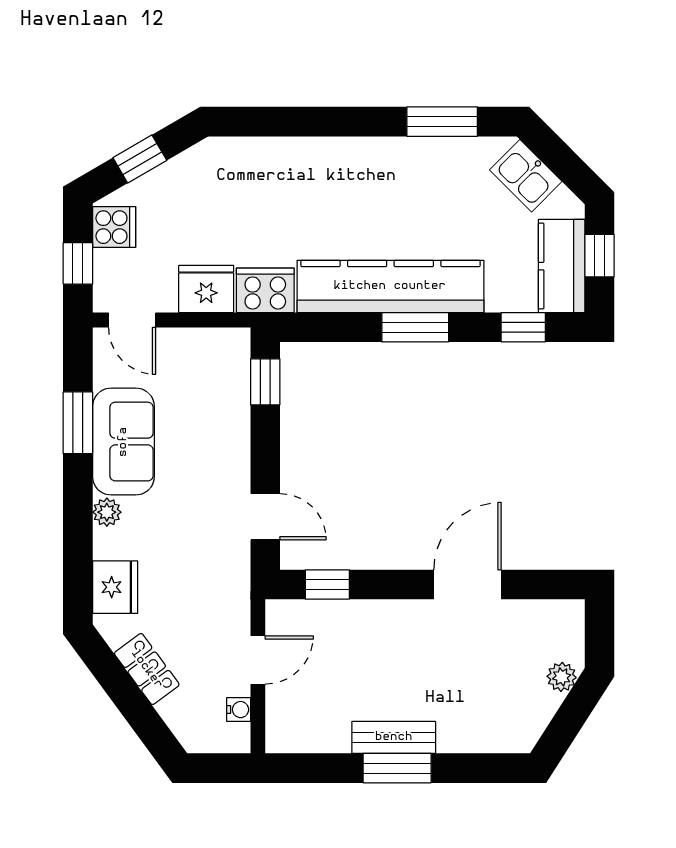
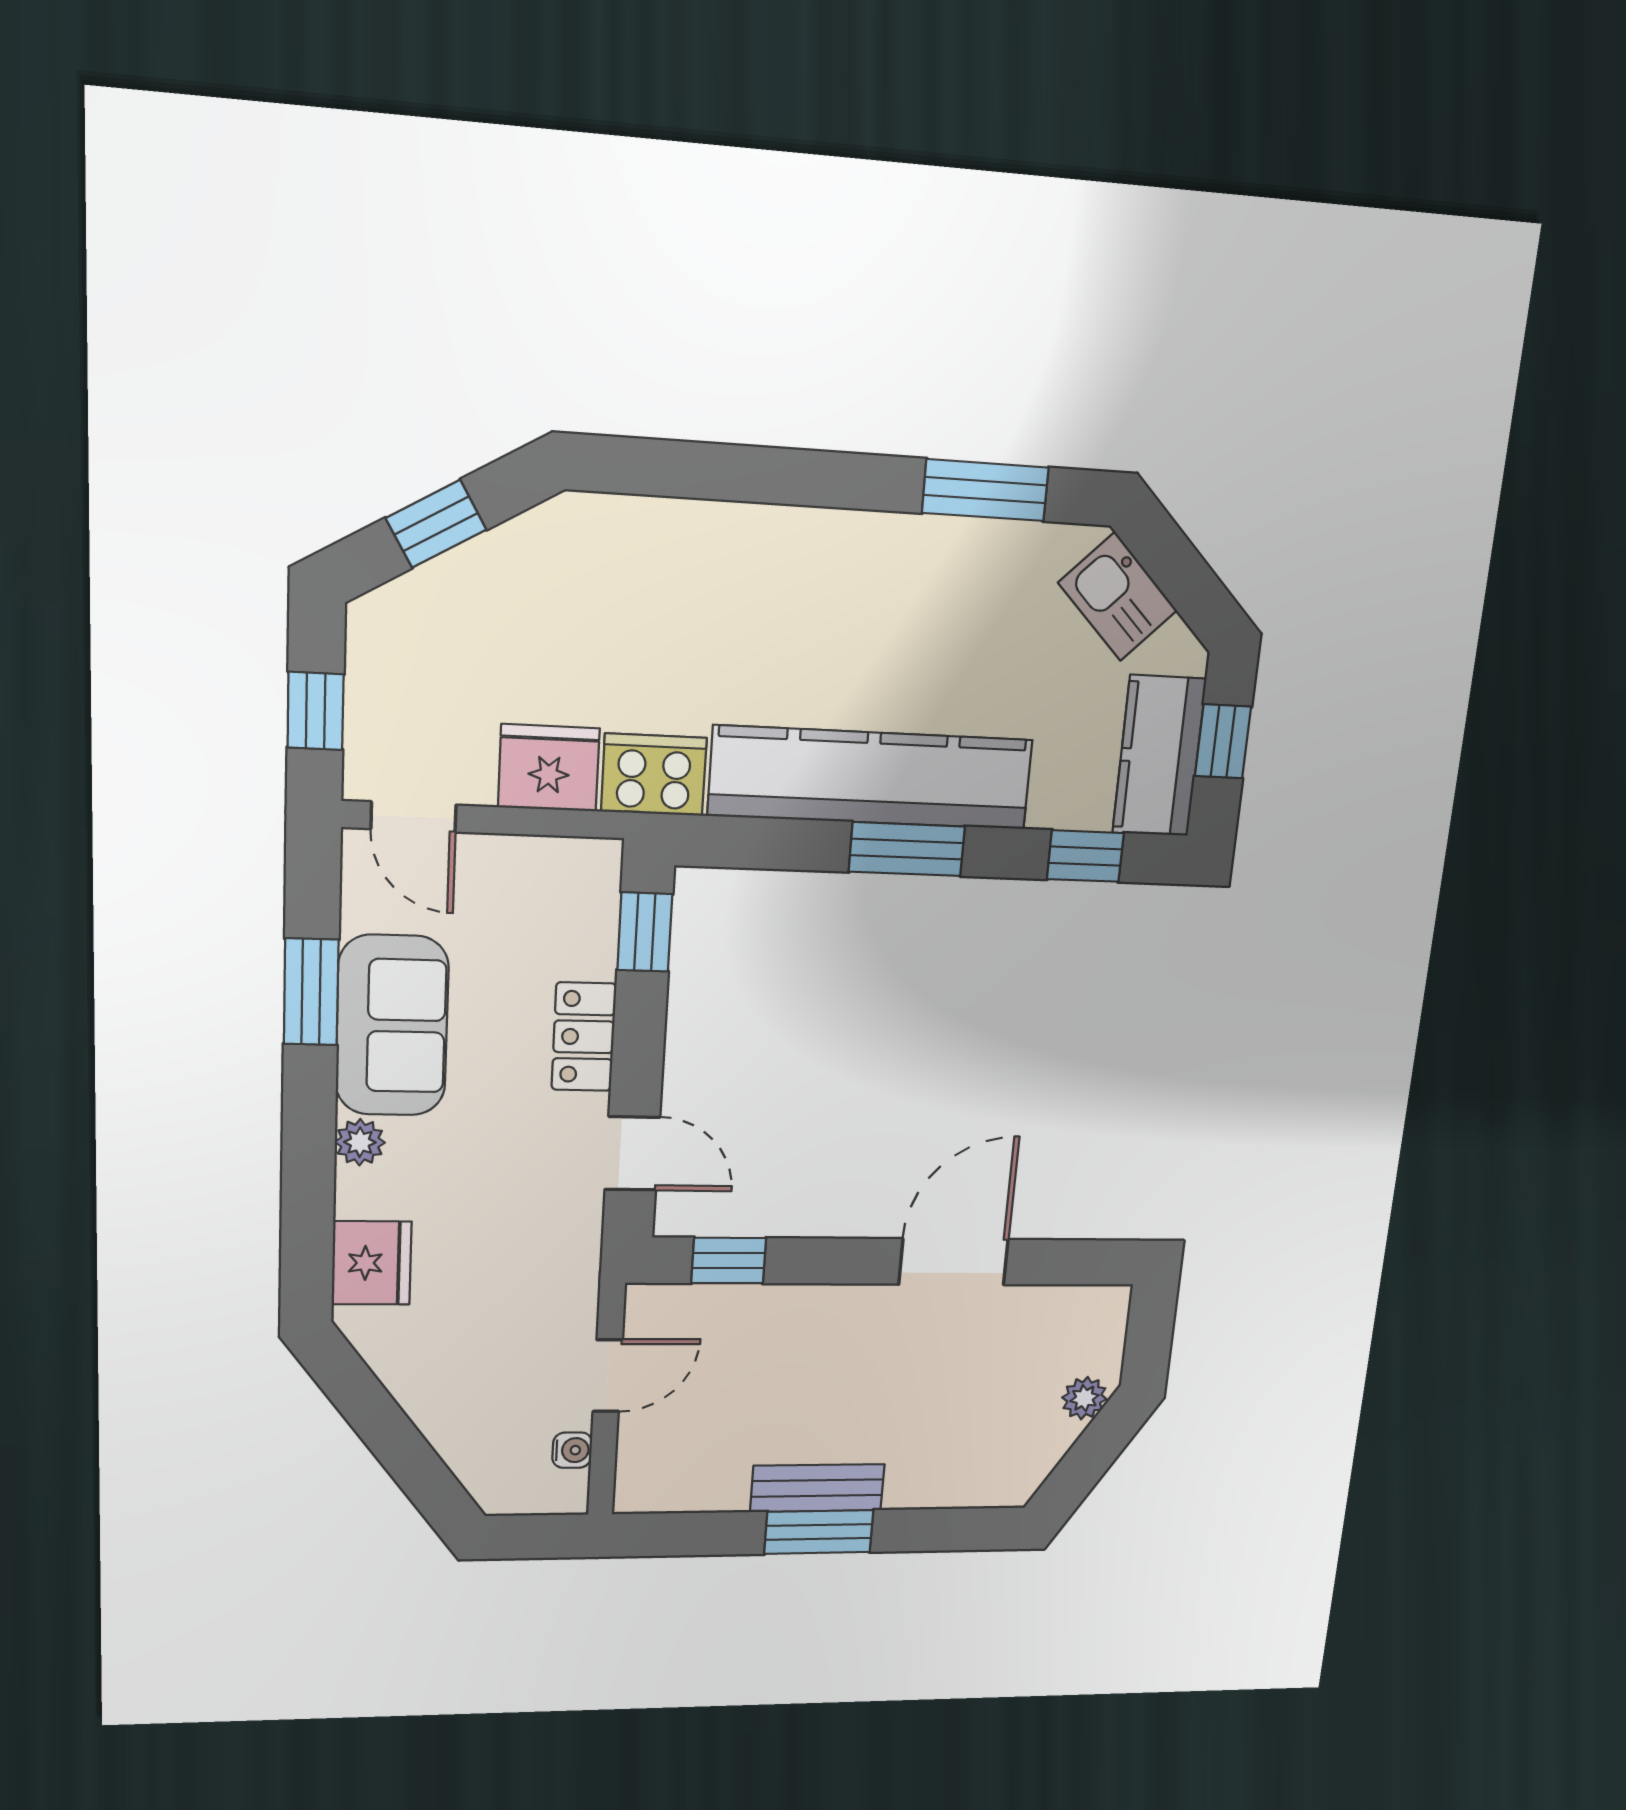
cooker: (114, 227) -> (384, 648), removed
locker: (147, 669) -> (584, 1037), moved, turned -144

